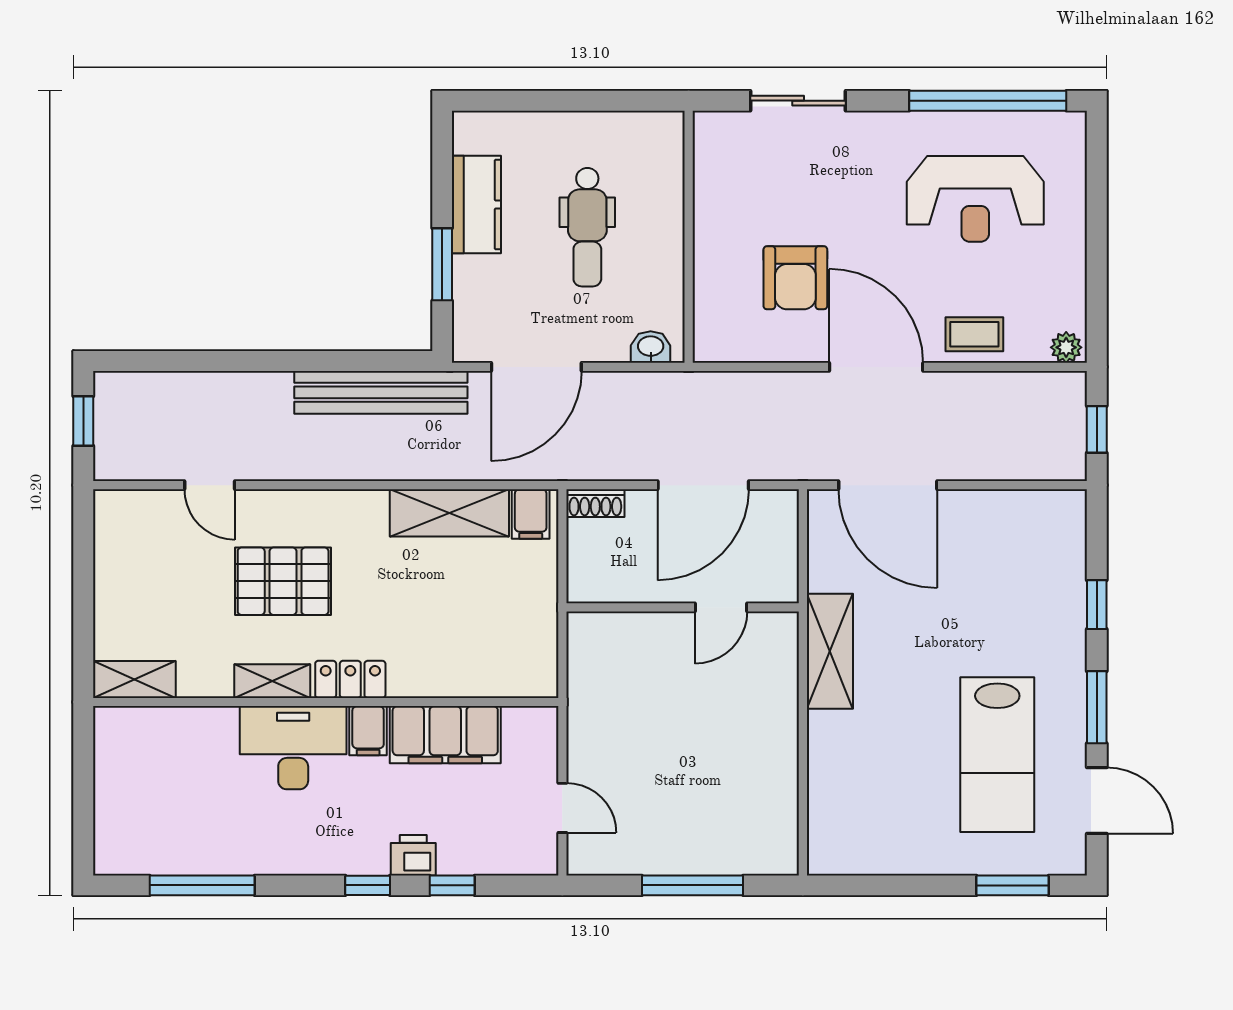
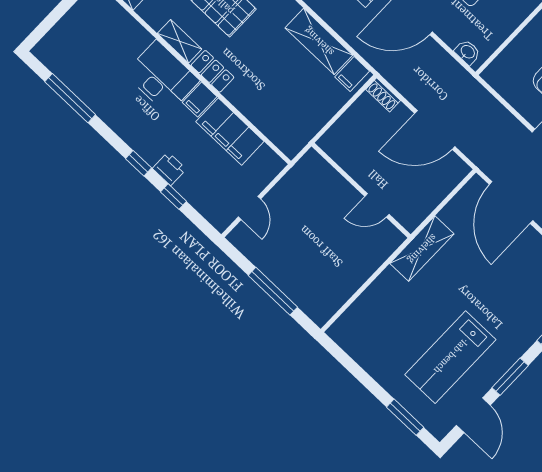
wall: (683, 607) -> (361, 190), moved
door: (721, 607) -> (377, 205), moved

